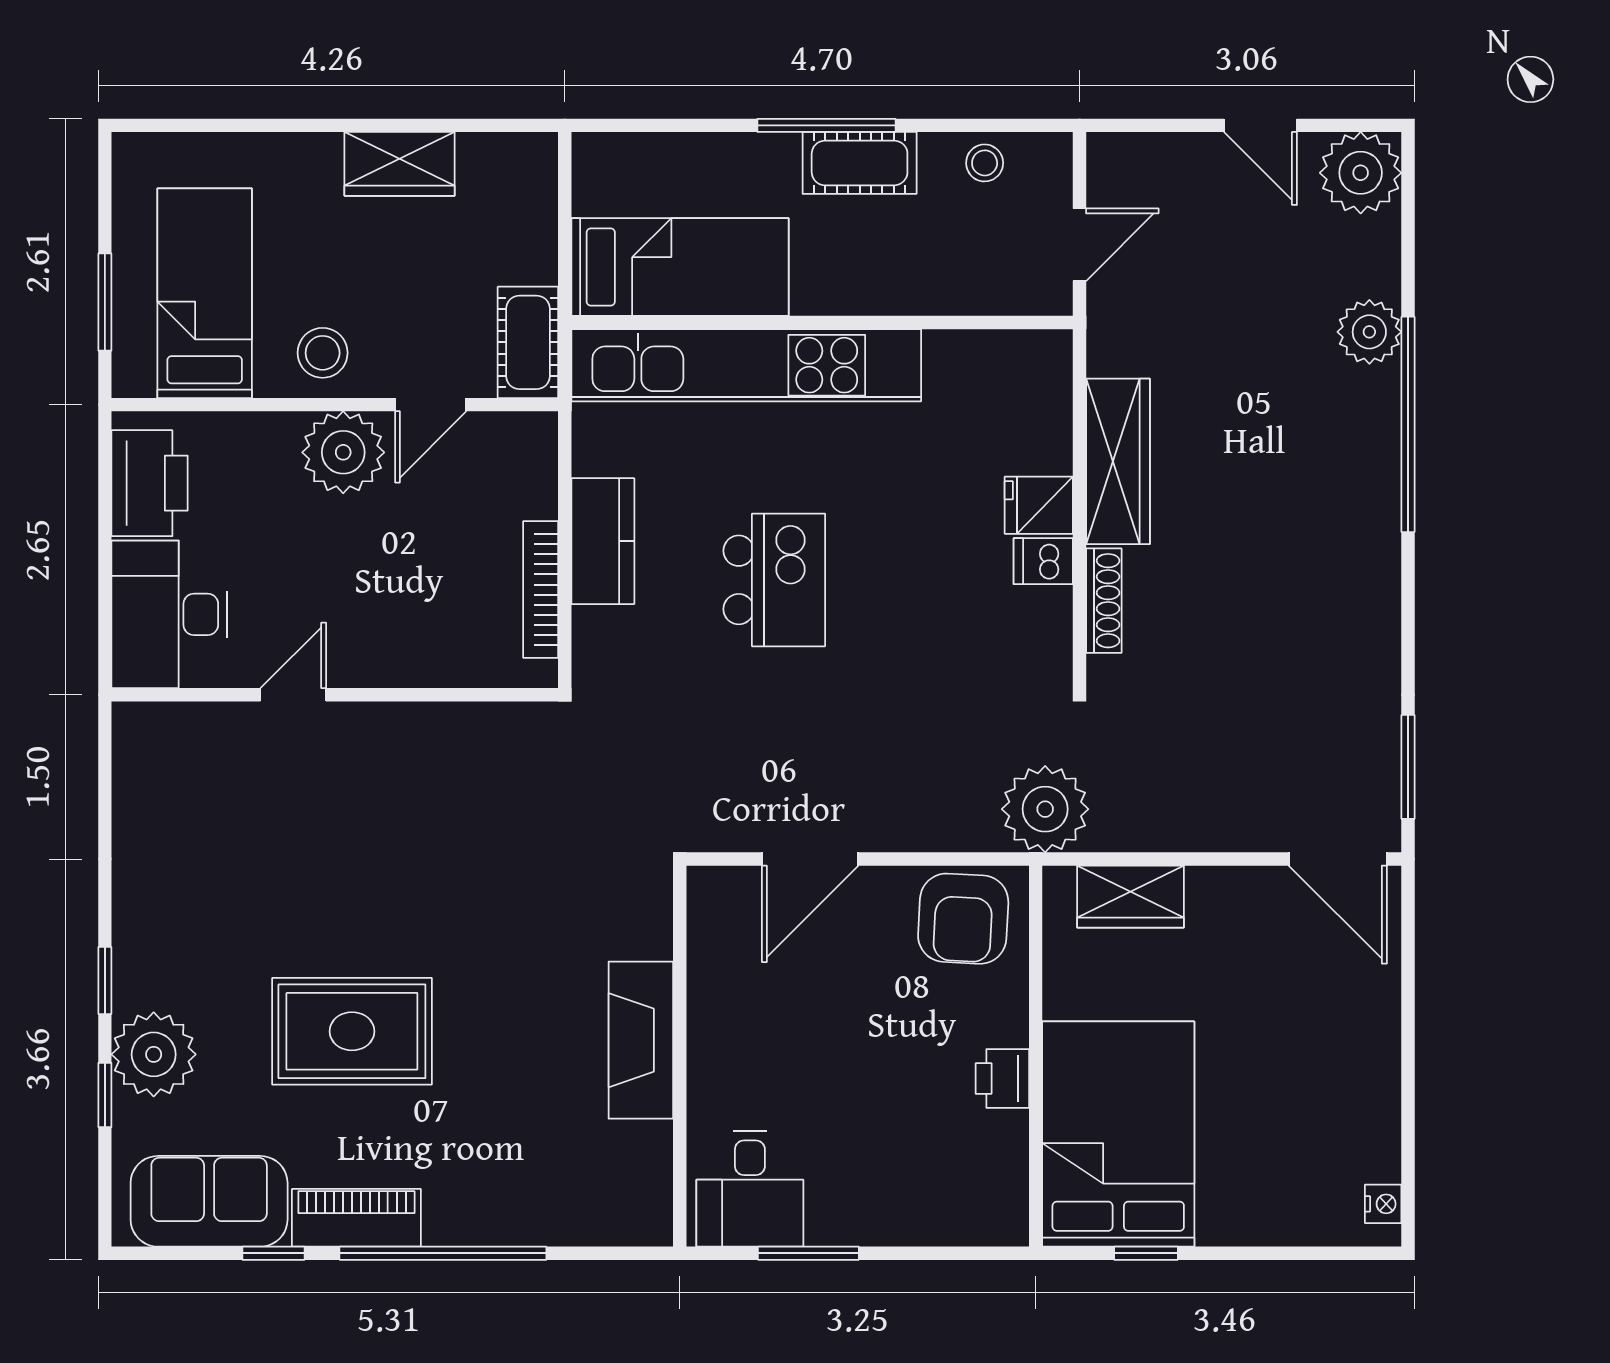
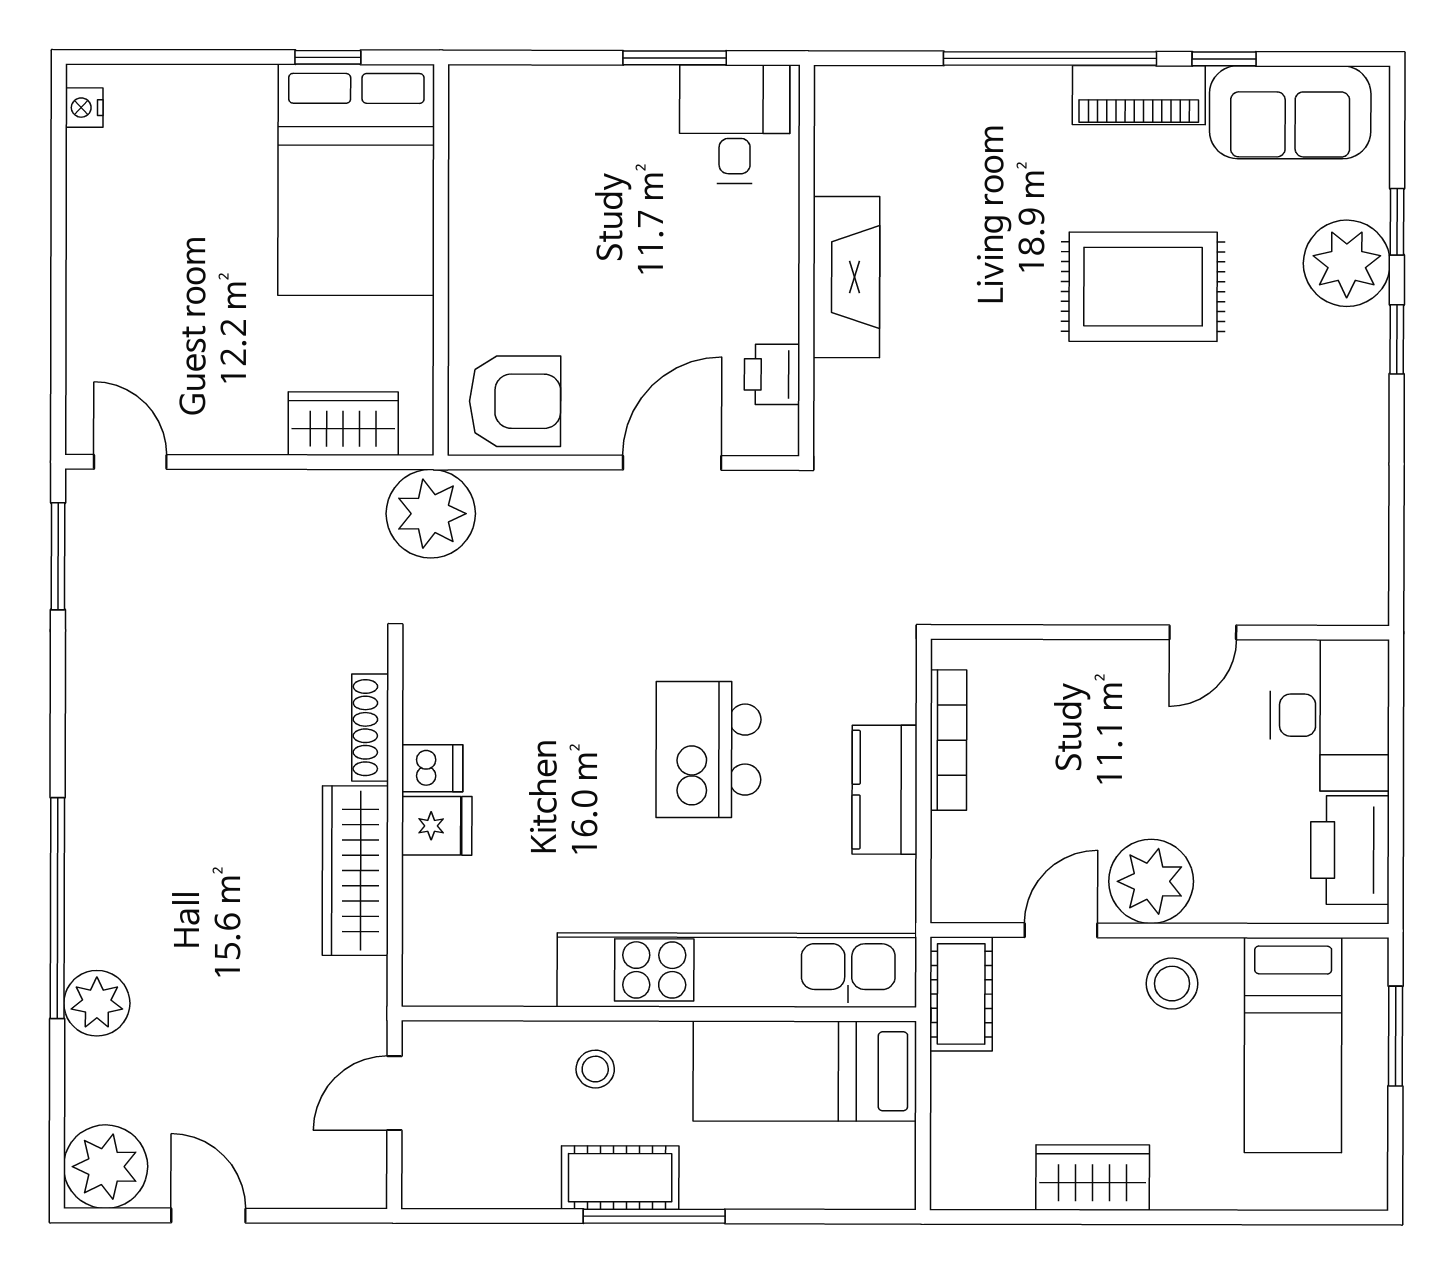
stool: (985, 163) -> (595, 1069), moved
door: (1338, 859) -> (130, 462), width x0.73
armchair: (963, 919) -> (515, 401), turned 87
printer: (1002, 1079) -> (772, 374), moved, turned 180

